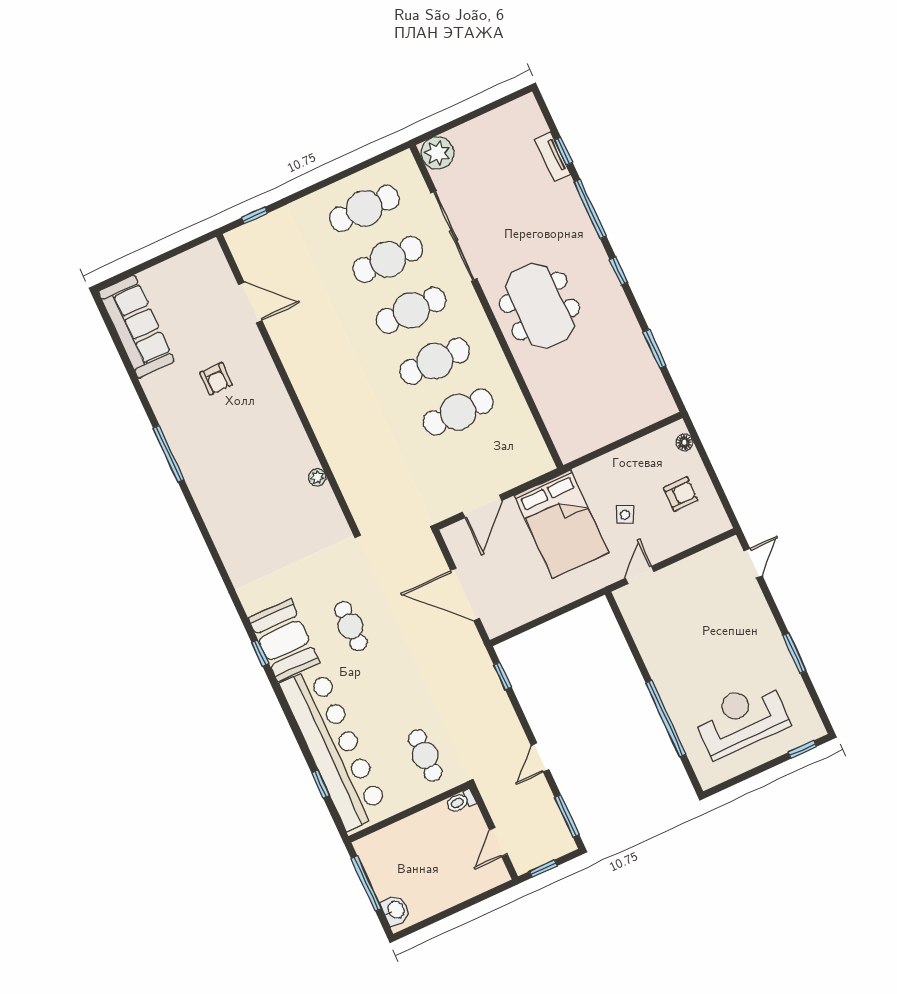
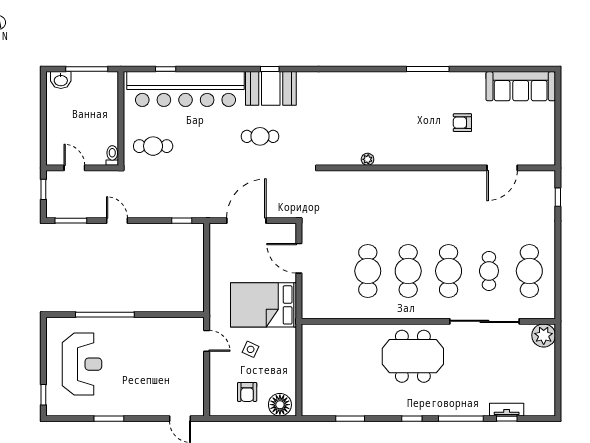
cafe table: (388, 259) -> (489, 271), width x0.73, depth x0.74
floor lamp: (684, 442) -> (280, 405), width x1.89, depth x1.89

